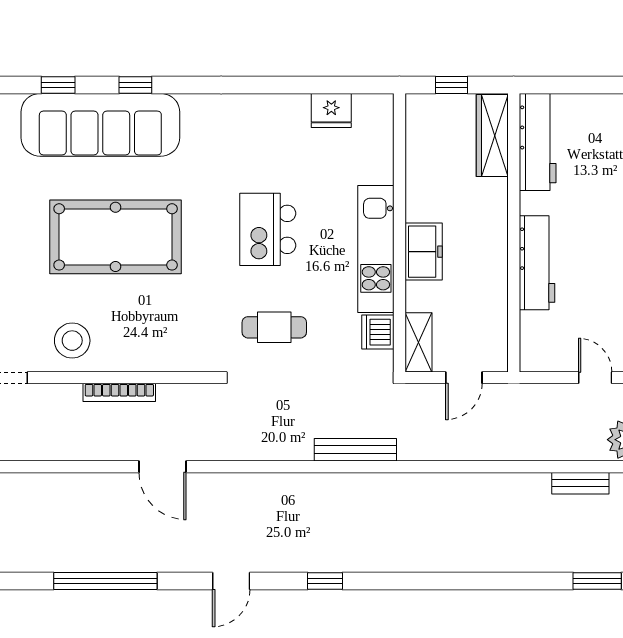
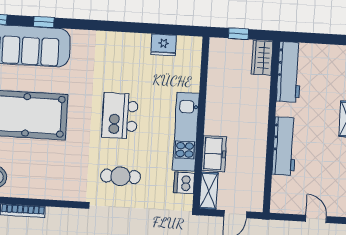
wardrobe: (492, 136) -> (262, 58), width x0.67
freezer: (424, 252) -> (214, 154), moved

